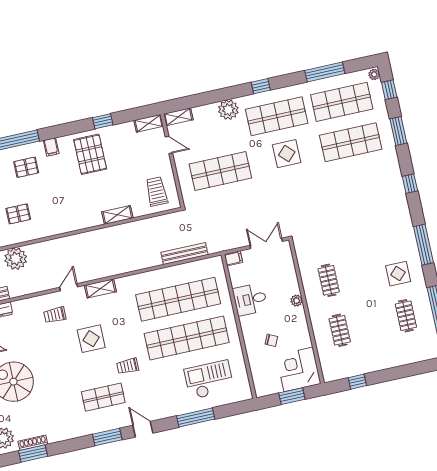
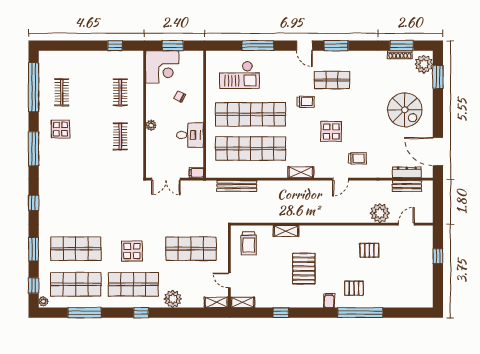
pallet: (90, 154) -> (304, 269), moved
shelving: (100, 288) -> (301, 172), moved

